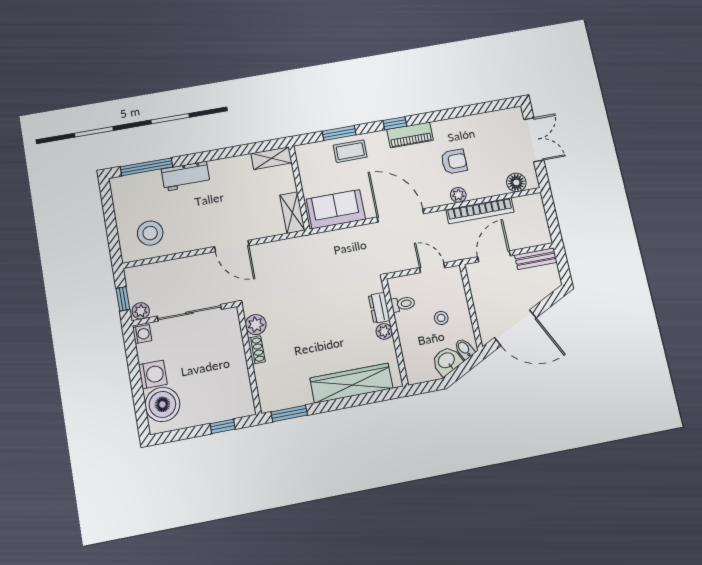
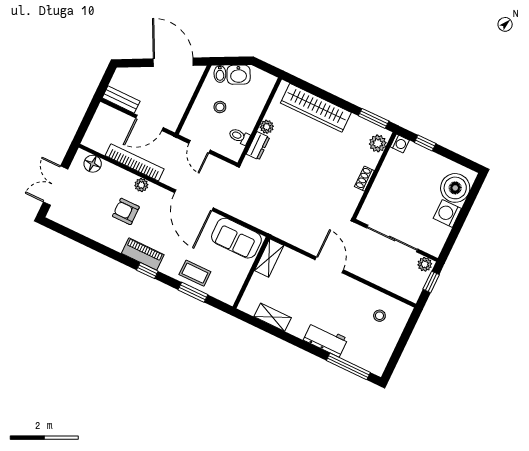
shelving: (271, 158) -> (273, 317), moved
stool: (150, 233) -> (379, 316), width x0.53, depth x0.53
plant: (256, 325) -> (378, 143), moved
washing machine: (142, 334) -> (400, 144), moved, turned 180

